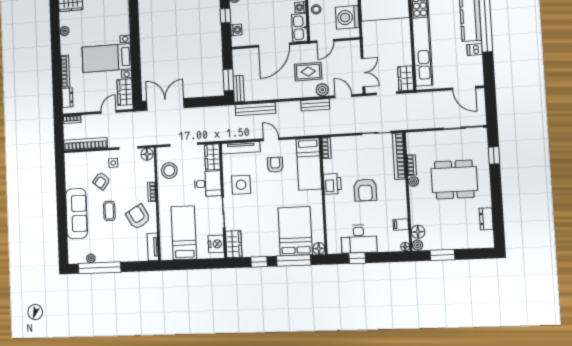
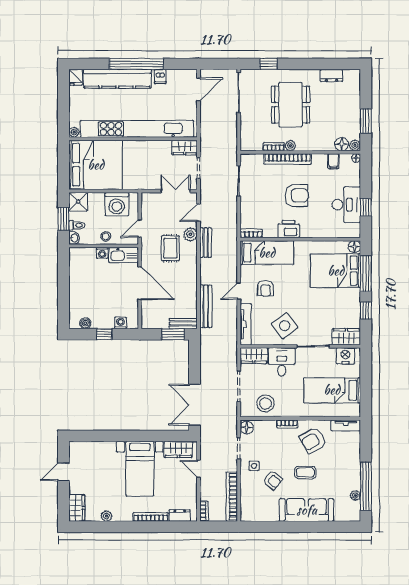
door: (325, 41) -> (140, 229), swing flipped
bookcase: (399, 156) -> (287, 159), moved
armchair: (275, 165) -> (266, 288), turned -90
side table: (241, 185) -> (285, 326), turned -37

